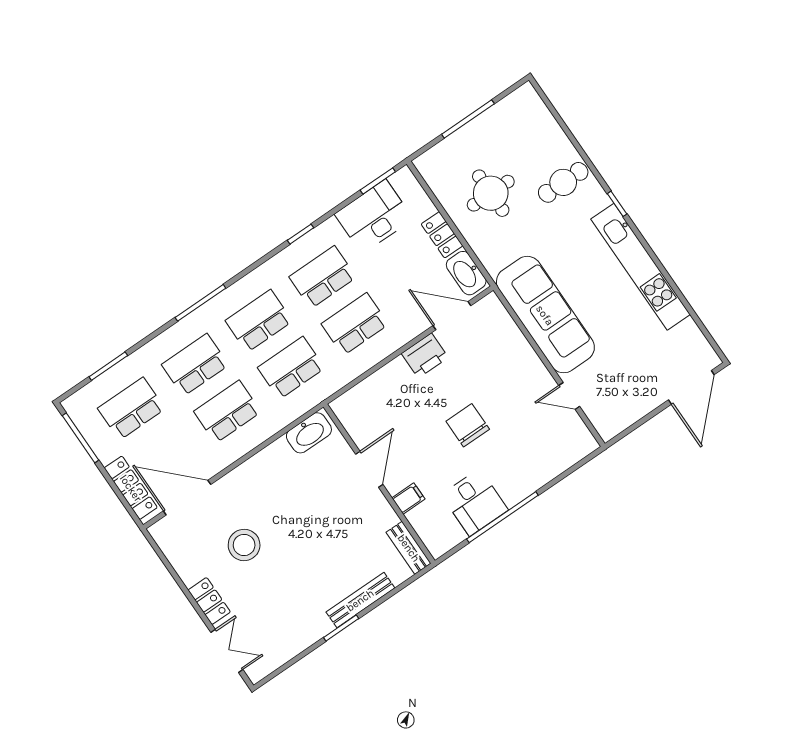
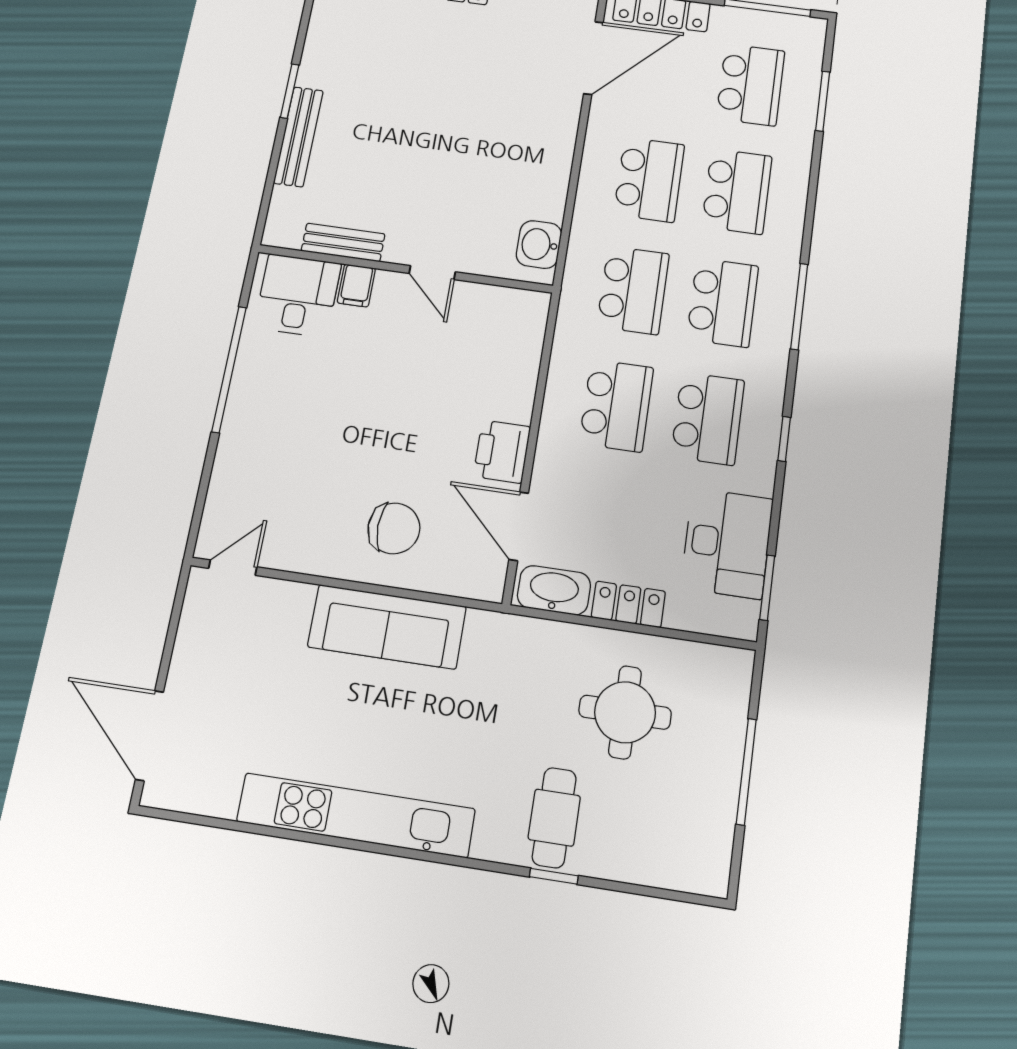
window: (617, 204) -> (554, 876), moved
window: (200, 303) -> (799, 306), moved
sofa: (545, 315) -> (387, 627), width x0.74, depth x0.79
door: (452, 316) -> (519, 526), swing flipped
door: (569, 396) -> (233, 568), moved
chair: (468, 425) -> (394, 528), moved
washbasin: (309, 433) -> (539, 244), width x0.72
door: (369, 469) -> (432, 273), width x0.73
desk: (475, 502) -> (298, 295), moved, turned 90
stool: (244, 545) -> (482, 71), removed
bench: (409, 548) -> (343, 242), moved

